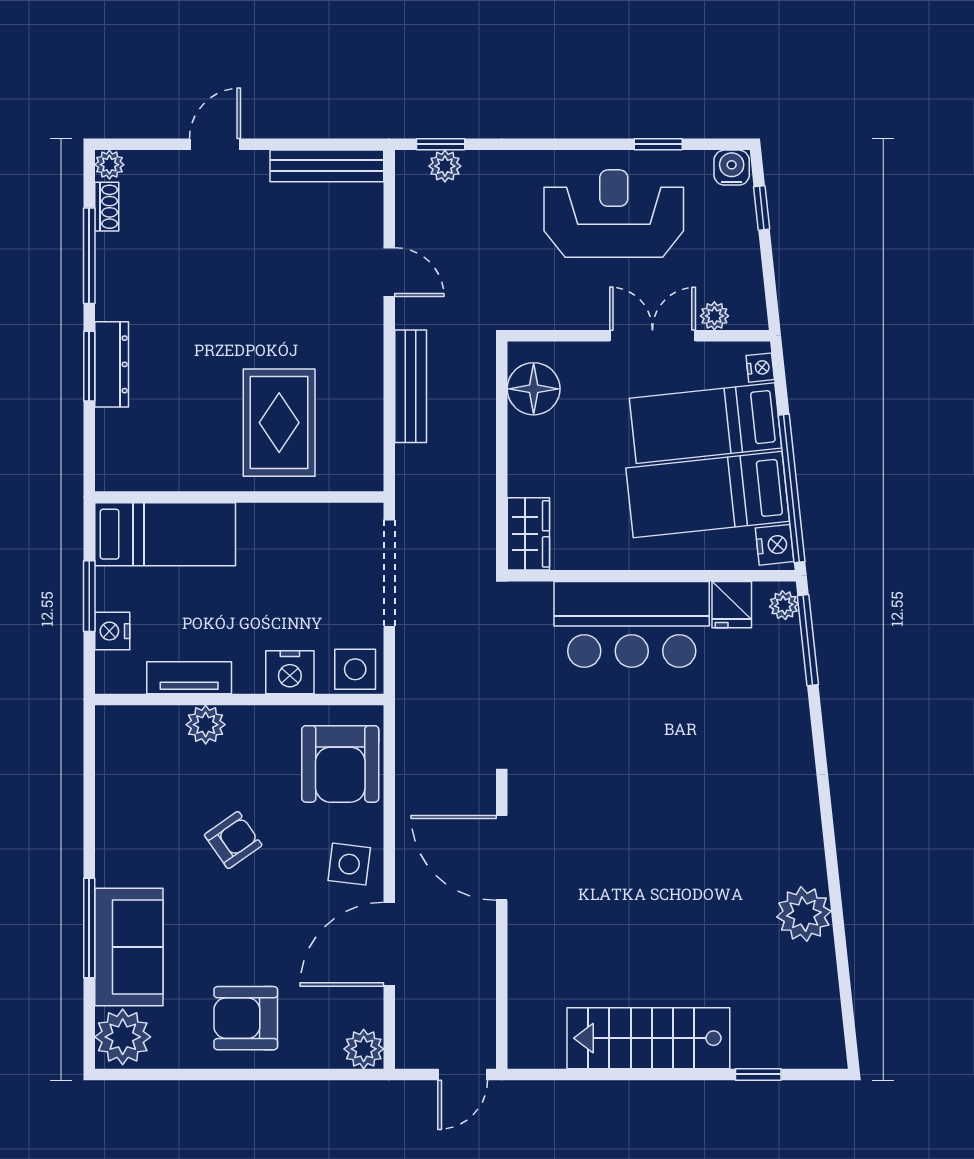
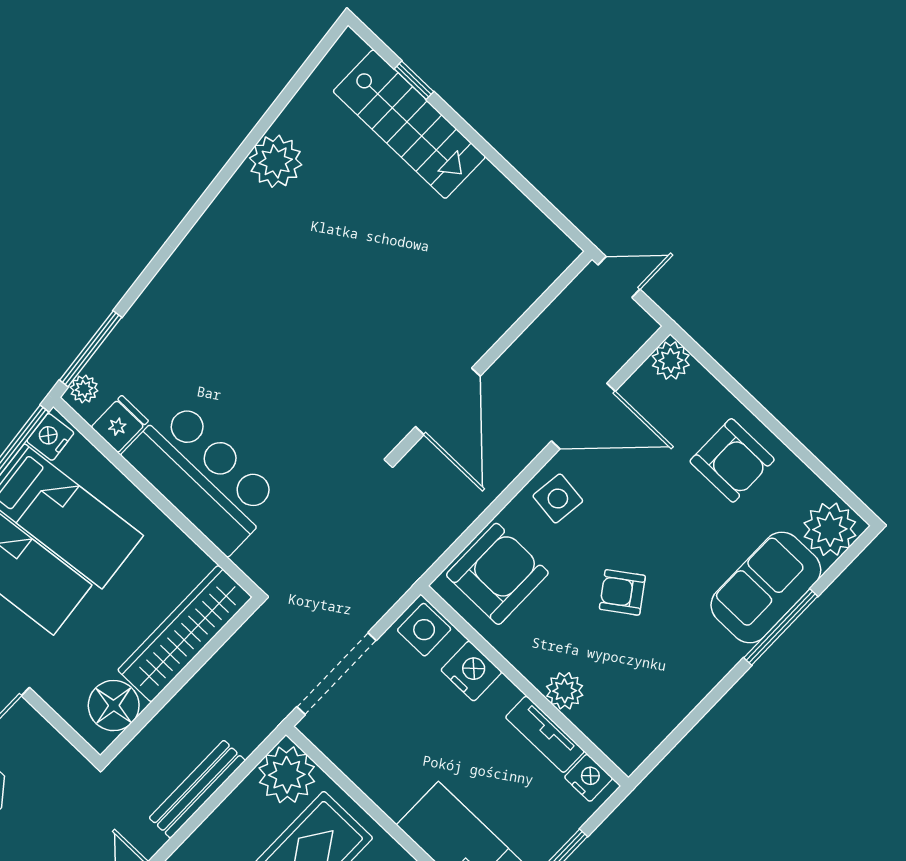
plant: (354, 461) -> (287, 775), added
wardrobe: (528, 534) -> (185, 634), width x2.10, depth x1.17
nightstand: (112, 631) -> (589, 778), moved, turned -90
stairs: (648, 1038) -> (409, 124), moved

